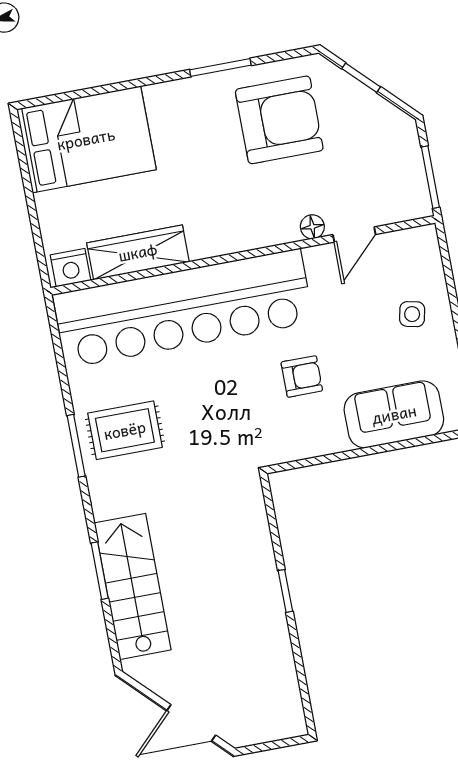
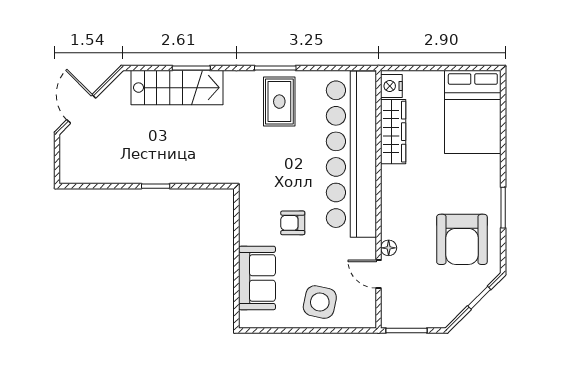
side table: (412, 314) -> (320, 302), width x1.87, depth x1.87
armchair: (302, 376) -> (293, 223), turned 90

